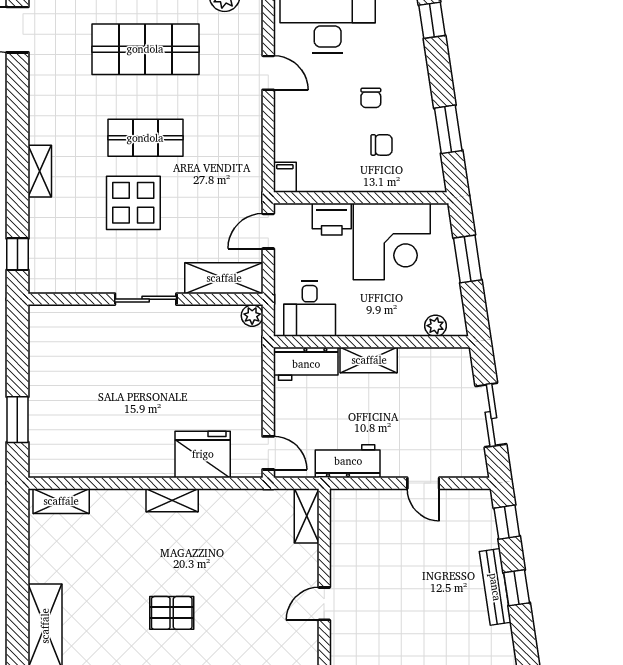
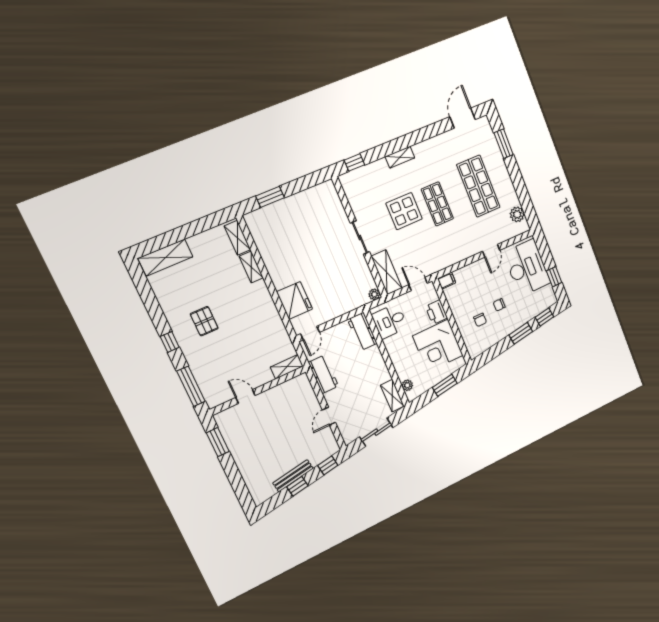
window: (448, 129) -> (521, 333), moved
shelving: (369, 360) -> (392, 396), moved
shelving: (172, 500) -> (251, 267), moved

